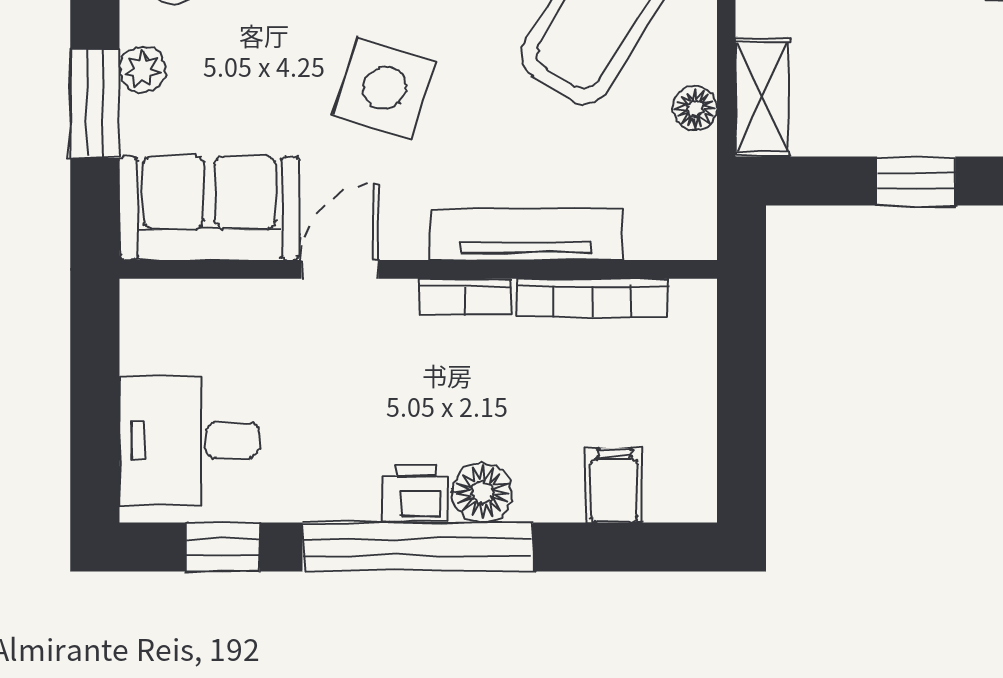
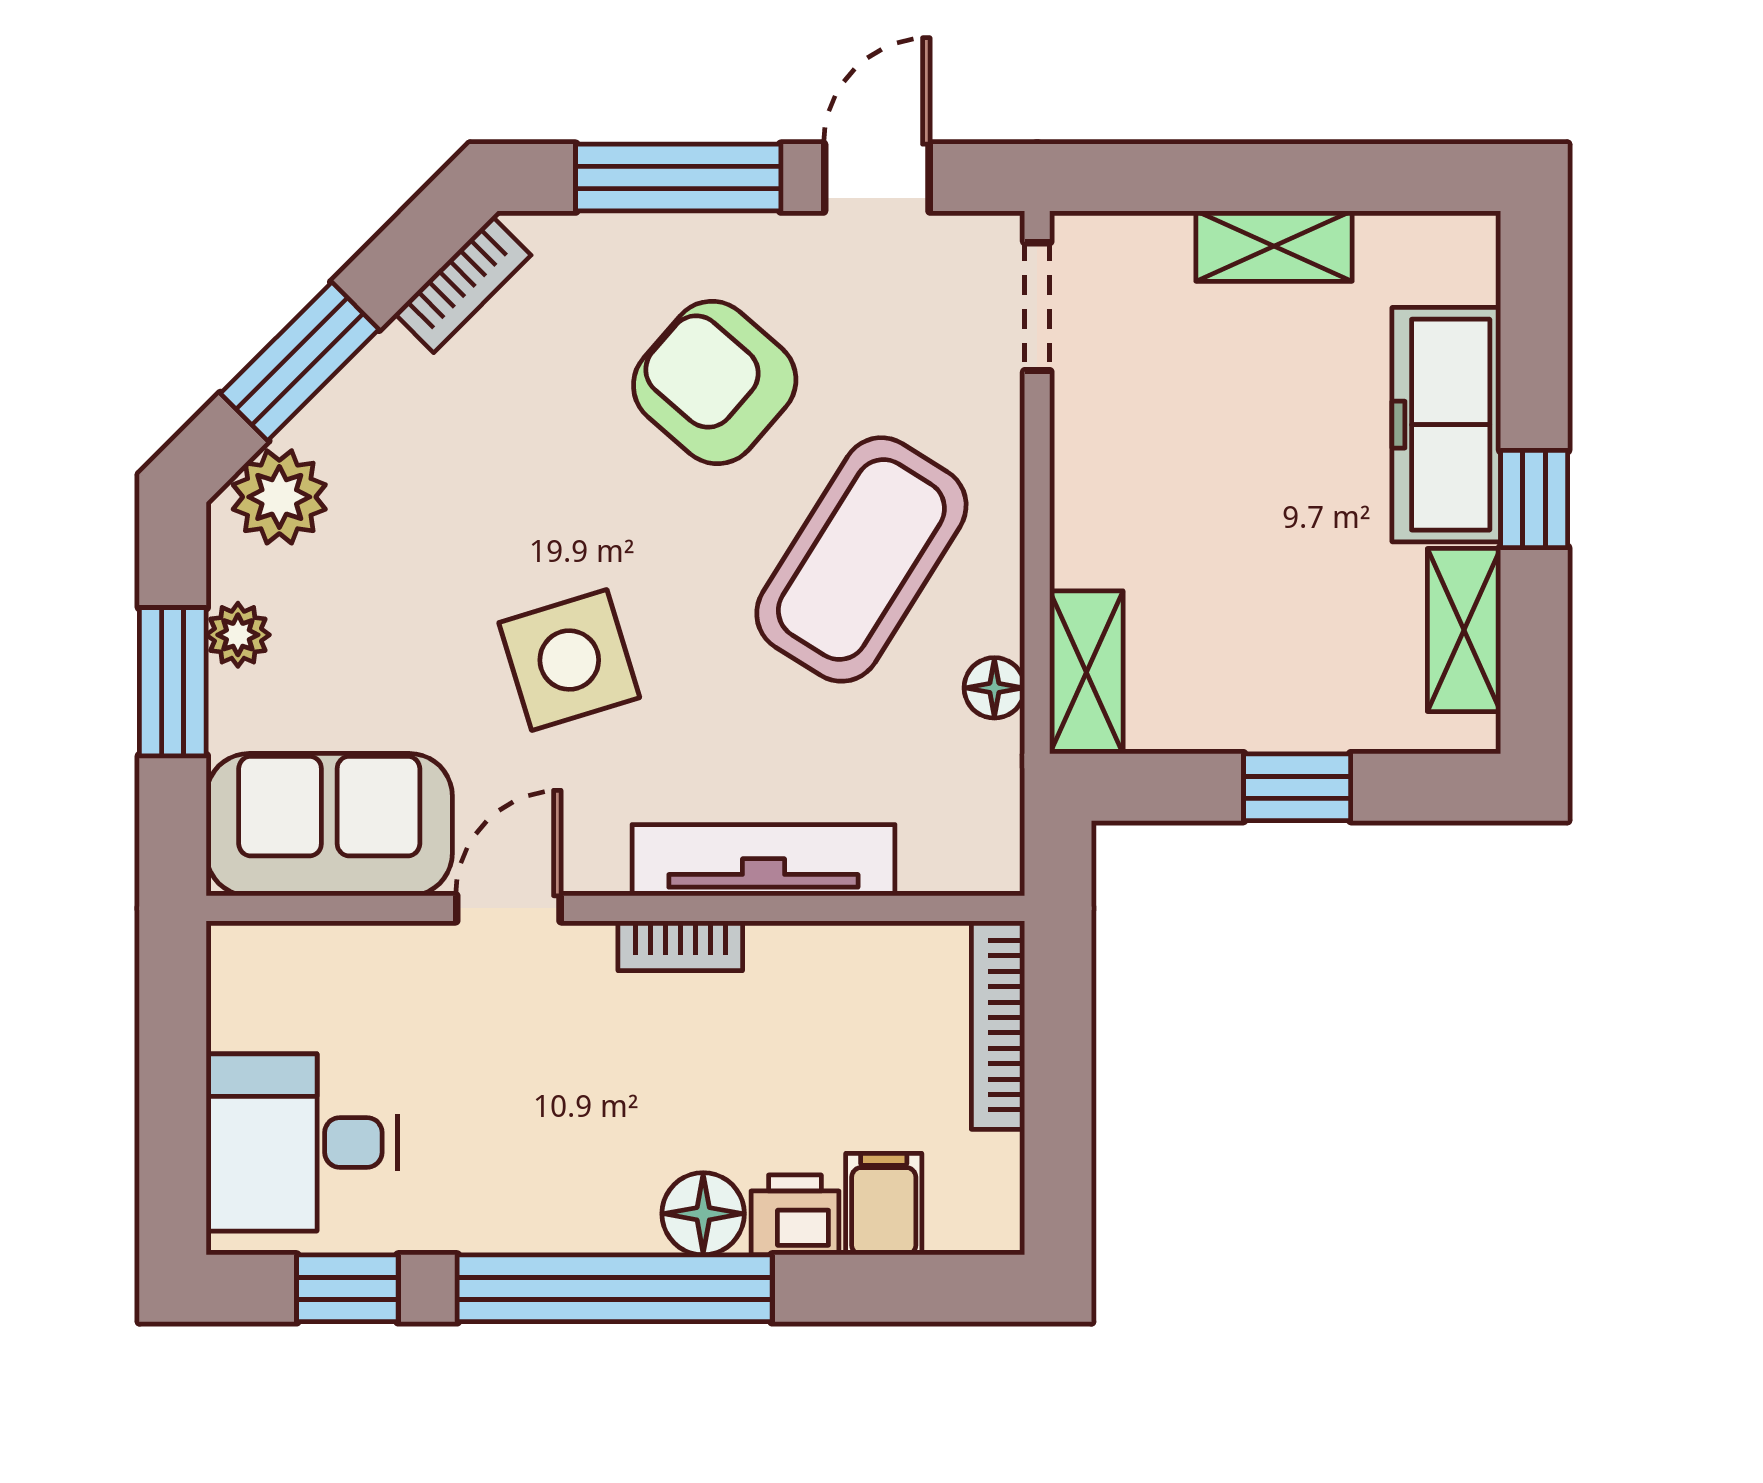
side table: (384, 88) -> (569, 660), turned -35
bookcase: (592, 298) -> (998, 1025), moved, turned 90
printer: (415, 493) -> (795, 1215), moved

